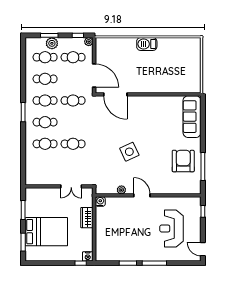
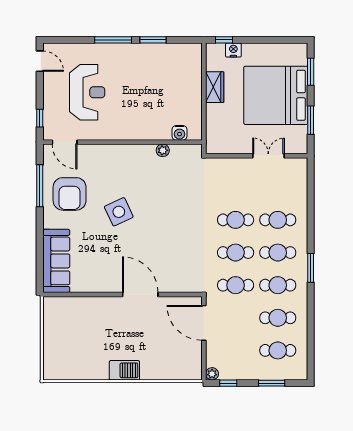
plant: (52, 43) -> (267, 371), removed
cafe table: (73, 57) -> (236, 253), moved
door: (115, 94) -> (140, 294), moved
side table: (129, 152) -> (119, 212), moved
double door: (71, 186) -> (268, 156), moved
door: (142, 195) -> (65, 142), moved
water cooler: (100, 202) -> (179, 133), moved
wardrobe: (87, 218) -> (215, 87), moved
bed: (46, 232) -> (276, 95), width x1.36
nightstand: (88, 256) -> (233, 50), moved

